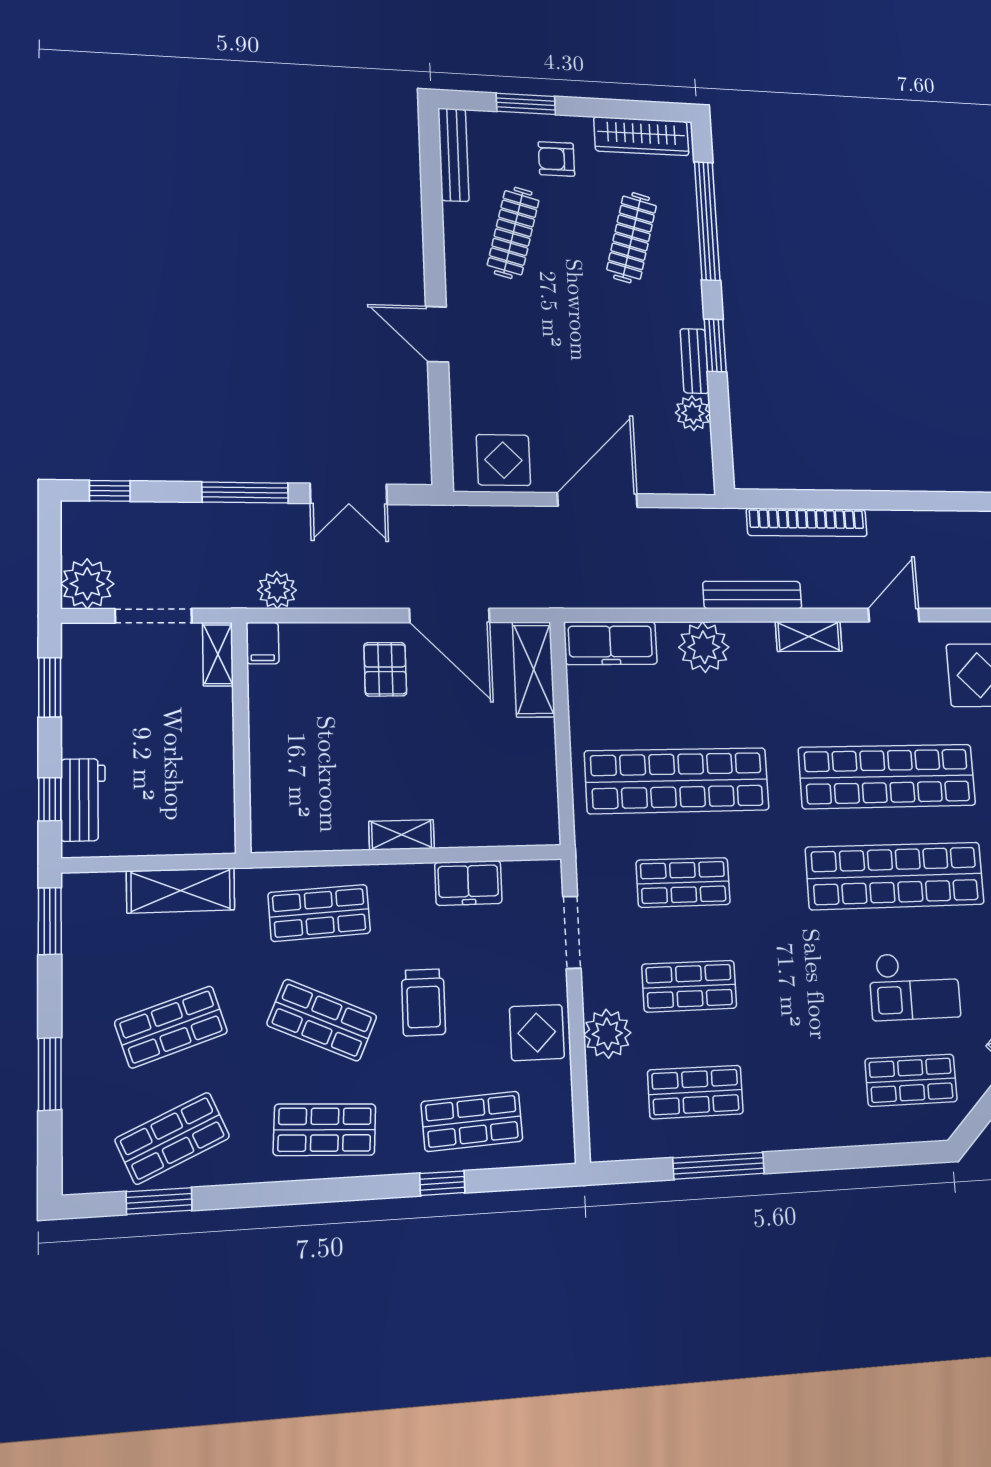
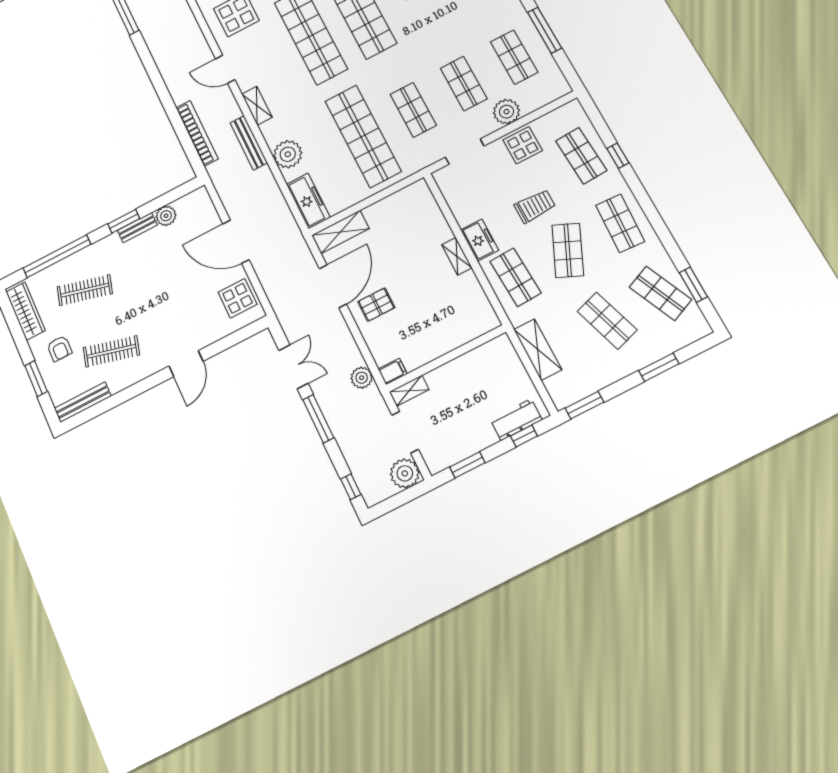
freezer: (468, 883) -> (480, 240), moved

